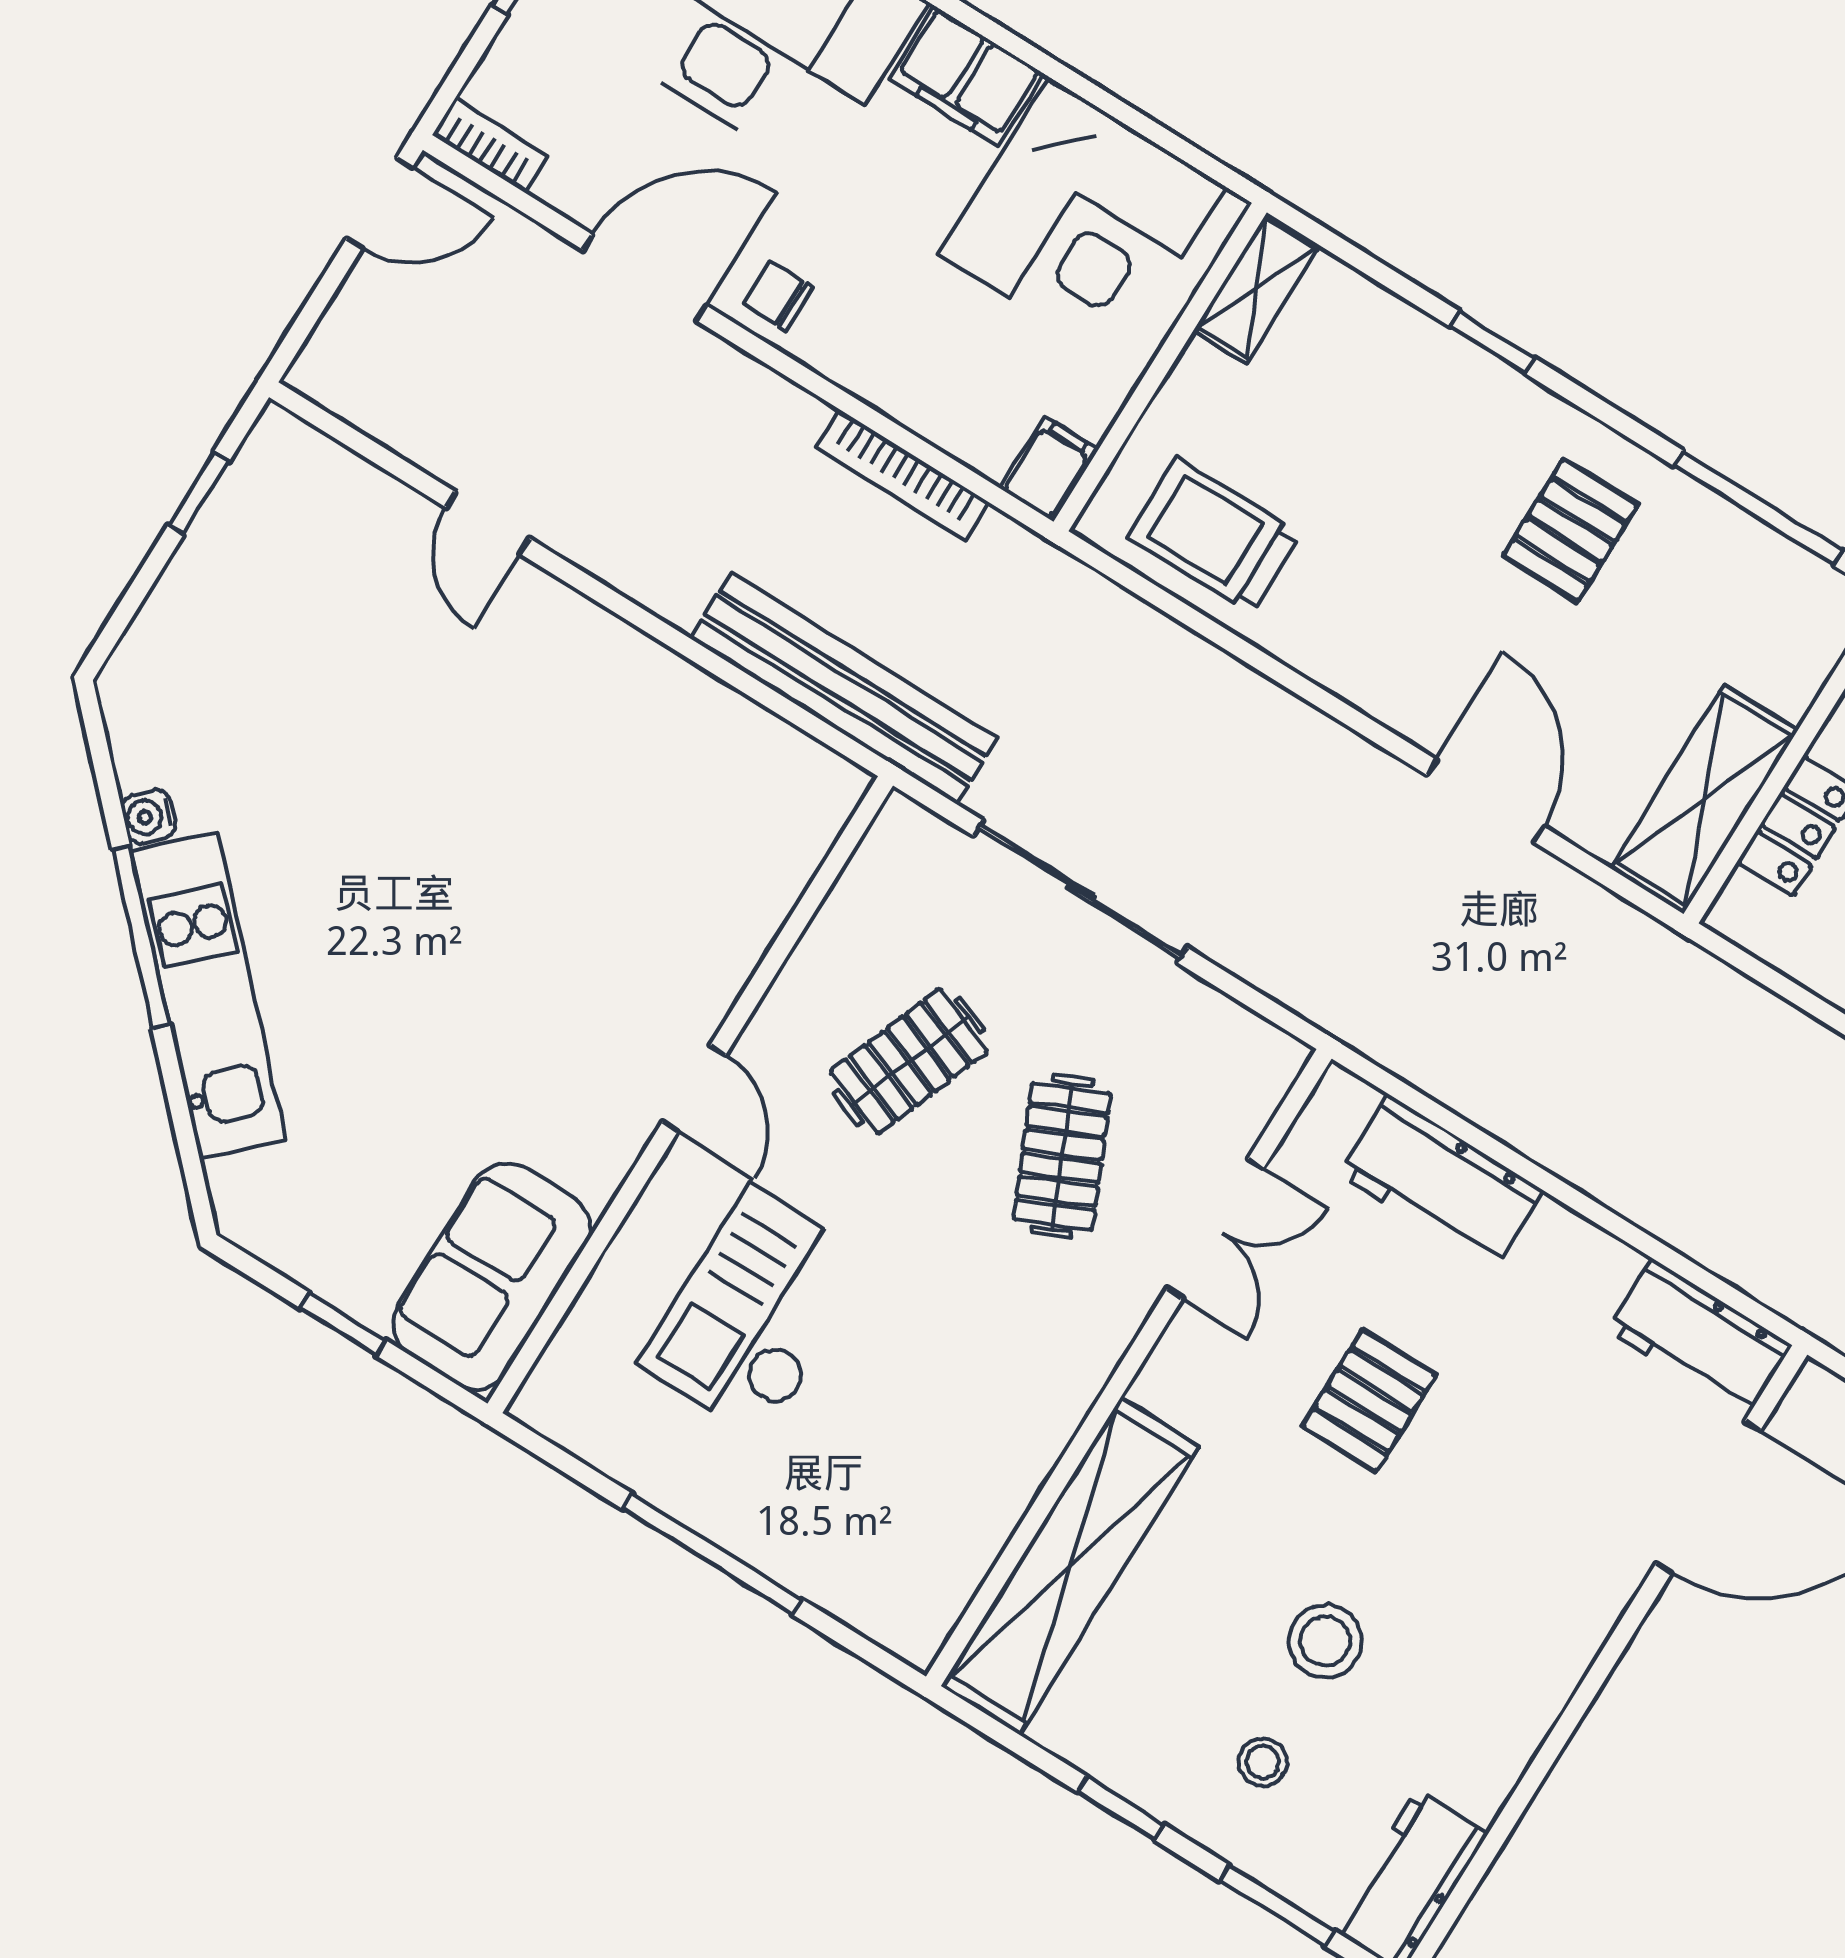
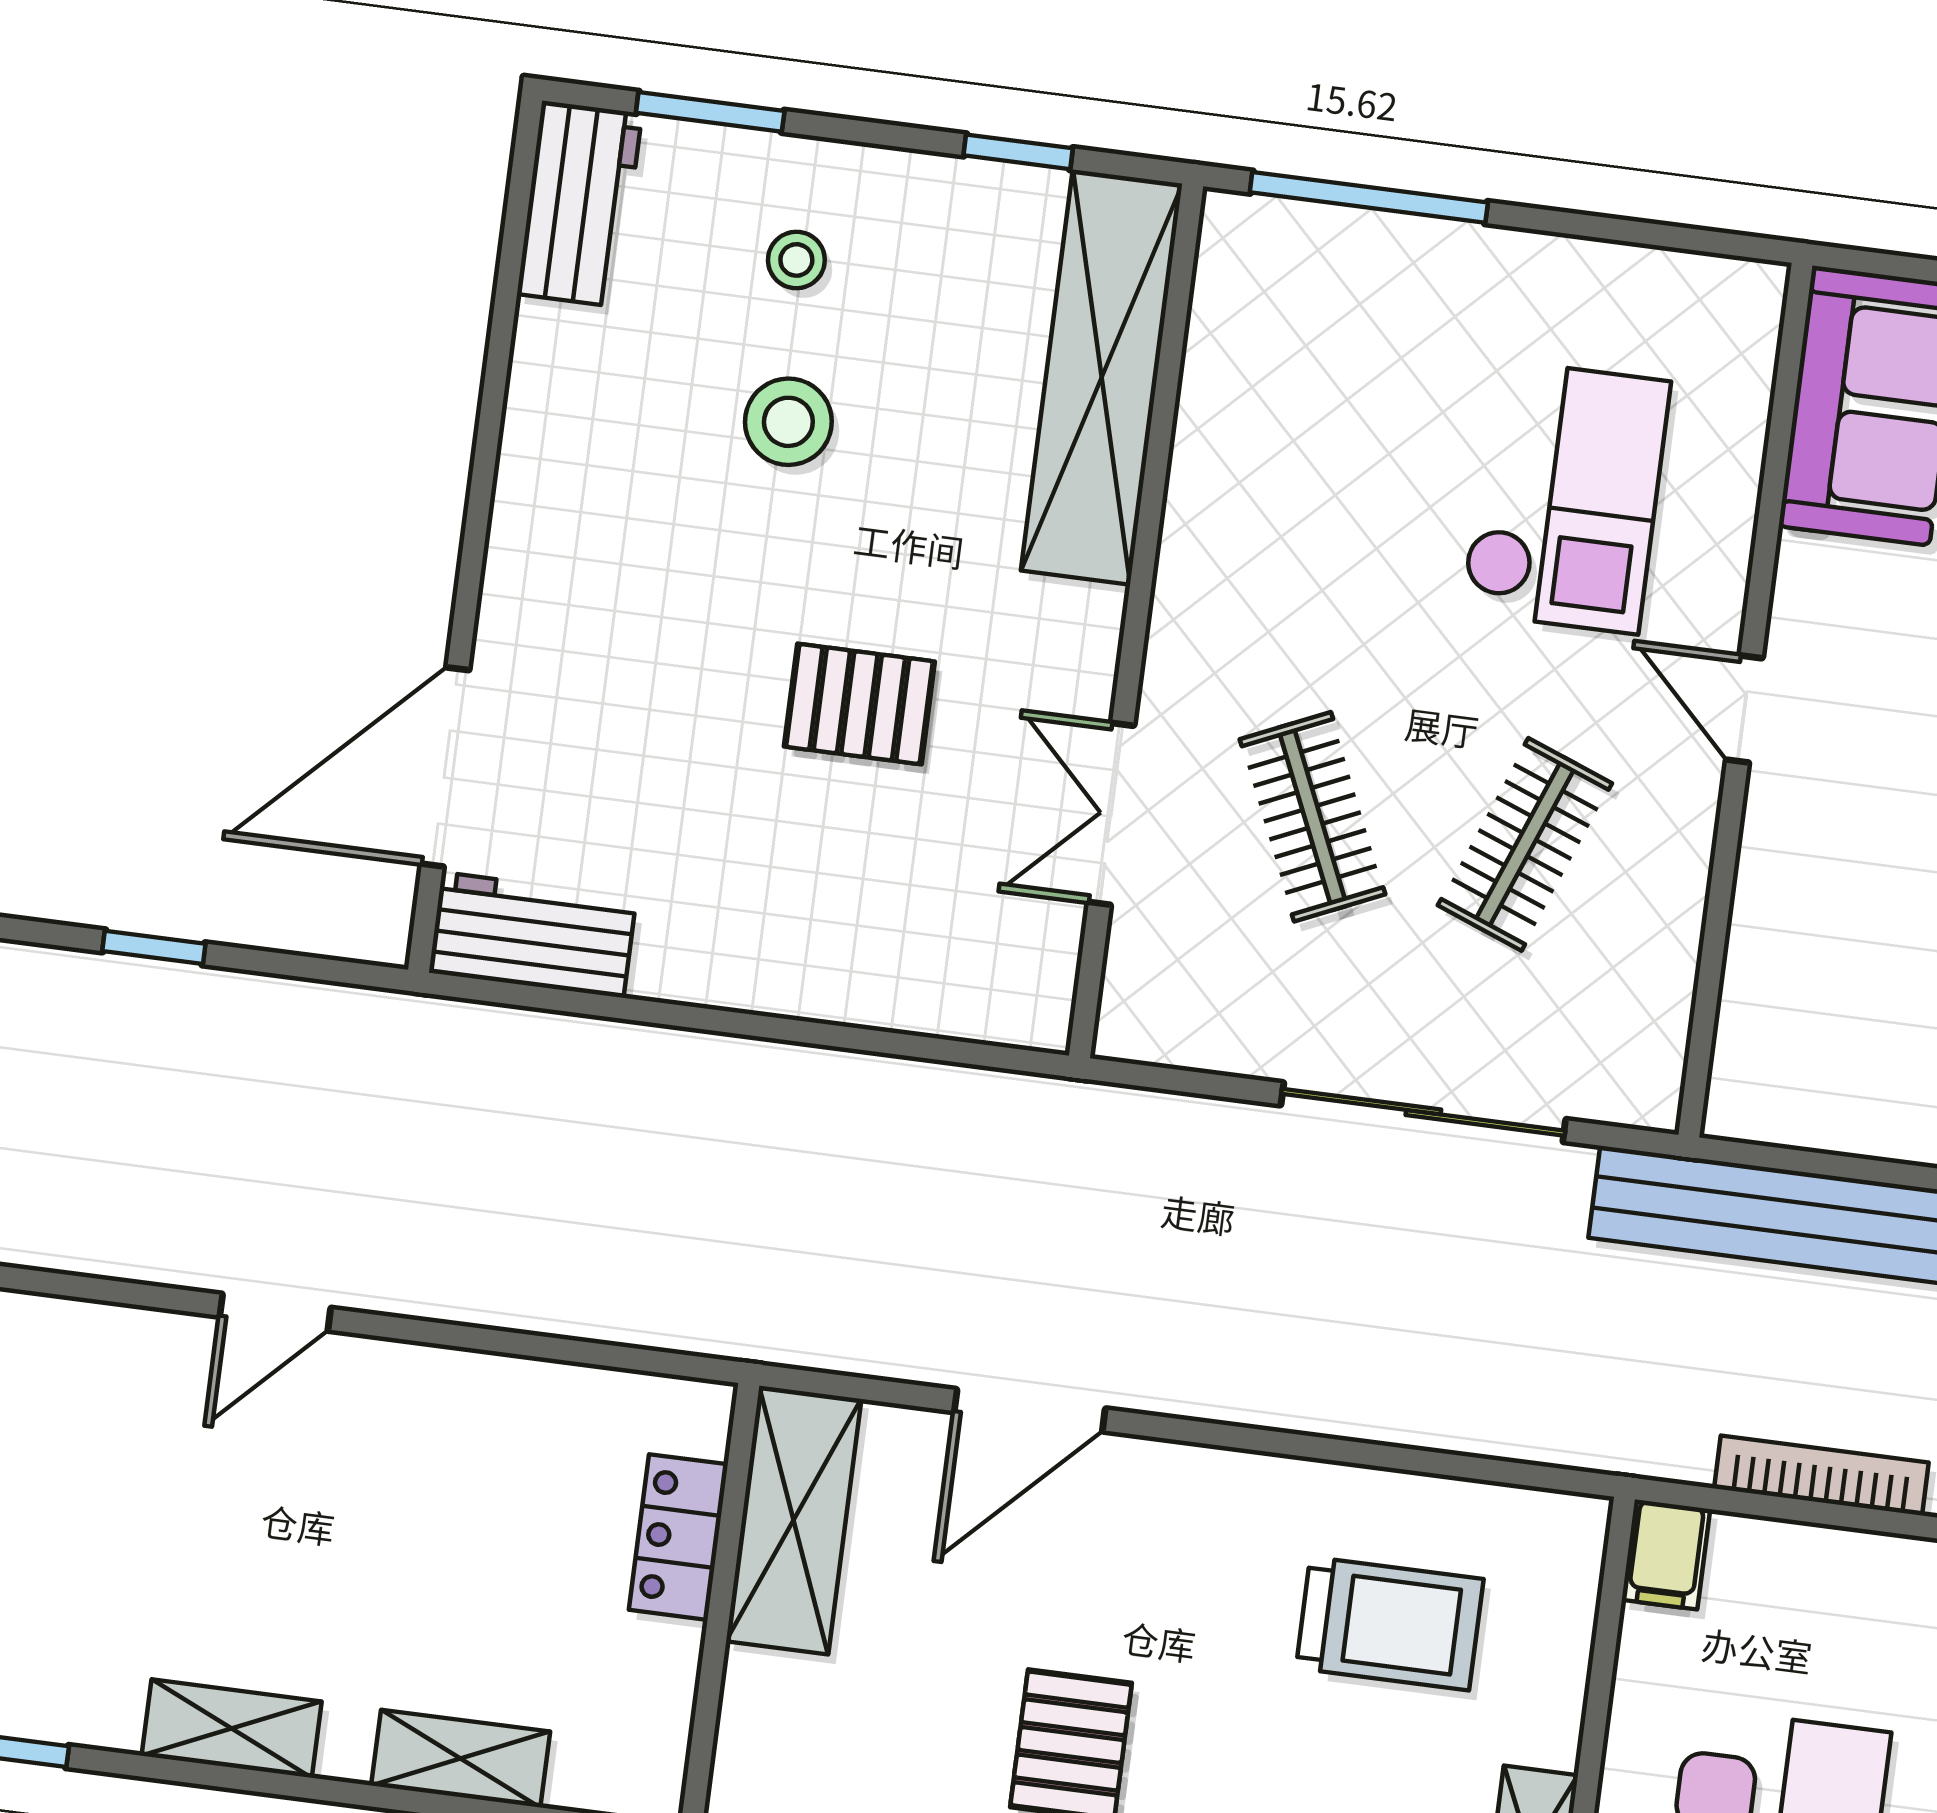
trolley: (1214, 536) -> (1390, 1624), moved
door: (1485, 801) -> (1030, 1410), hinge flipped
workbench: (1441, 1182) -> (889, 976), removed
pallet: (1369, 1401) -> (859, 704), turned 90
window: (712, 1554) -> (1369, 197), moved
window: (1121, 1808) -> (1018, 152), moved

